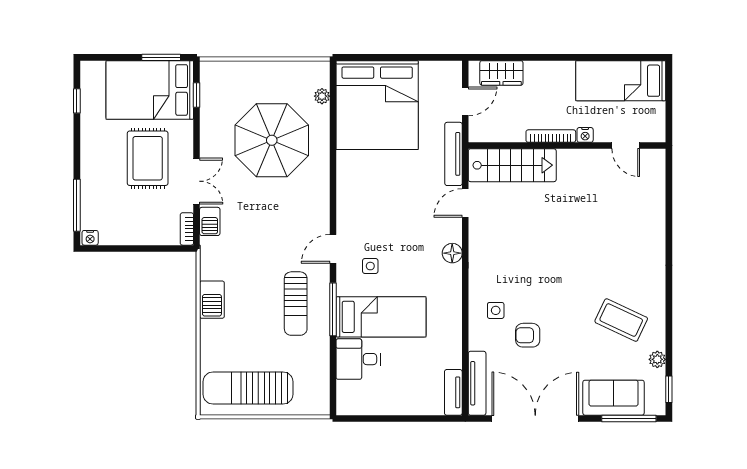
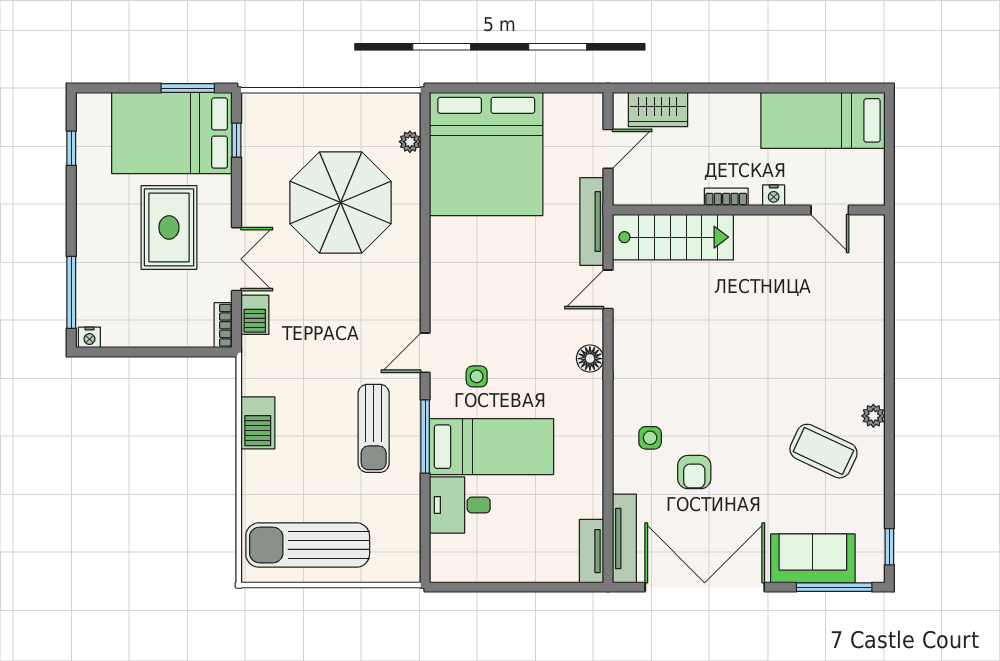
bookcase: (551, 136) -> (726, 197), width x0.64
armchair: (528, 335) -> (694, 472), turned -90
plant: (657, 359) -> (873, 416), moved

